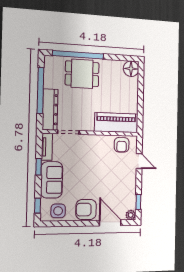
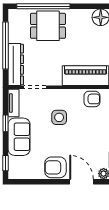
armchair: (122, 145) -> (92, 99), turned -90
side table: (58, 211) -> (59, 117), moved

